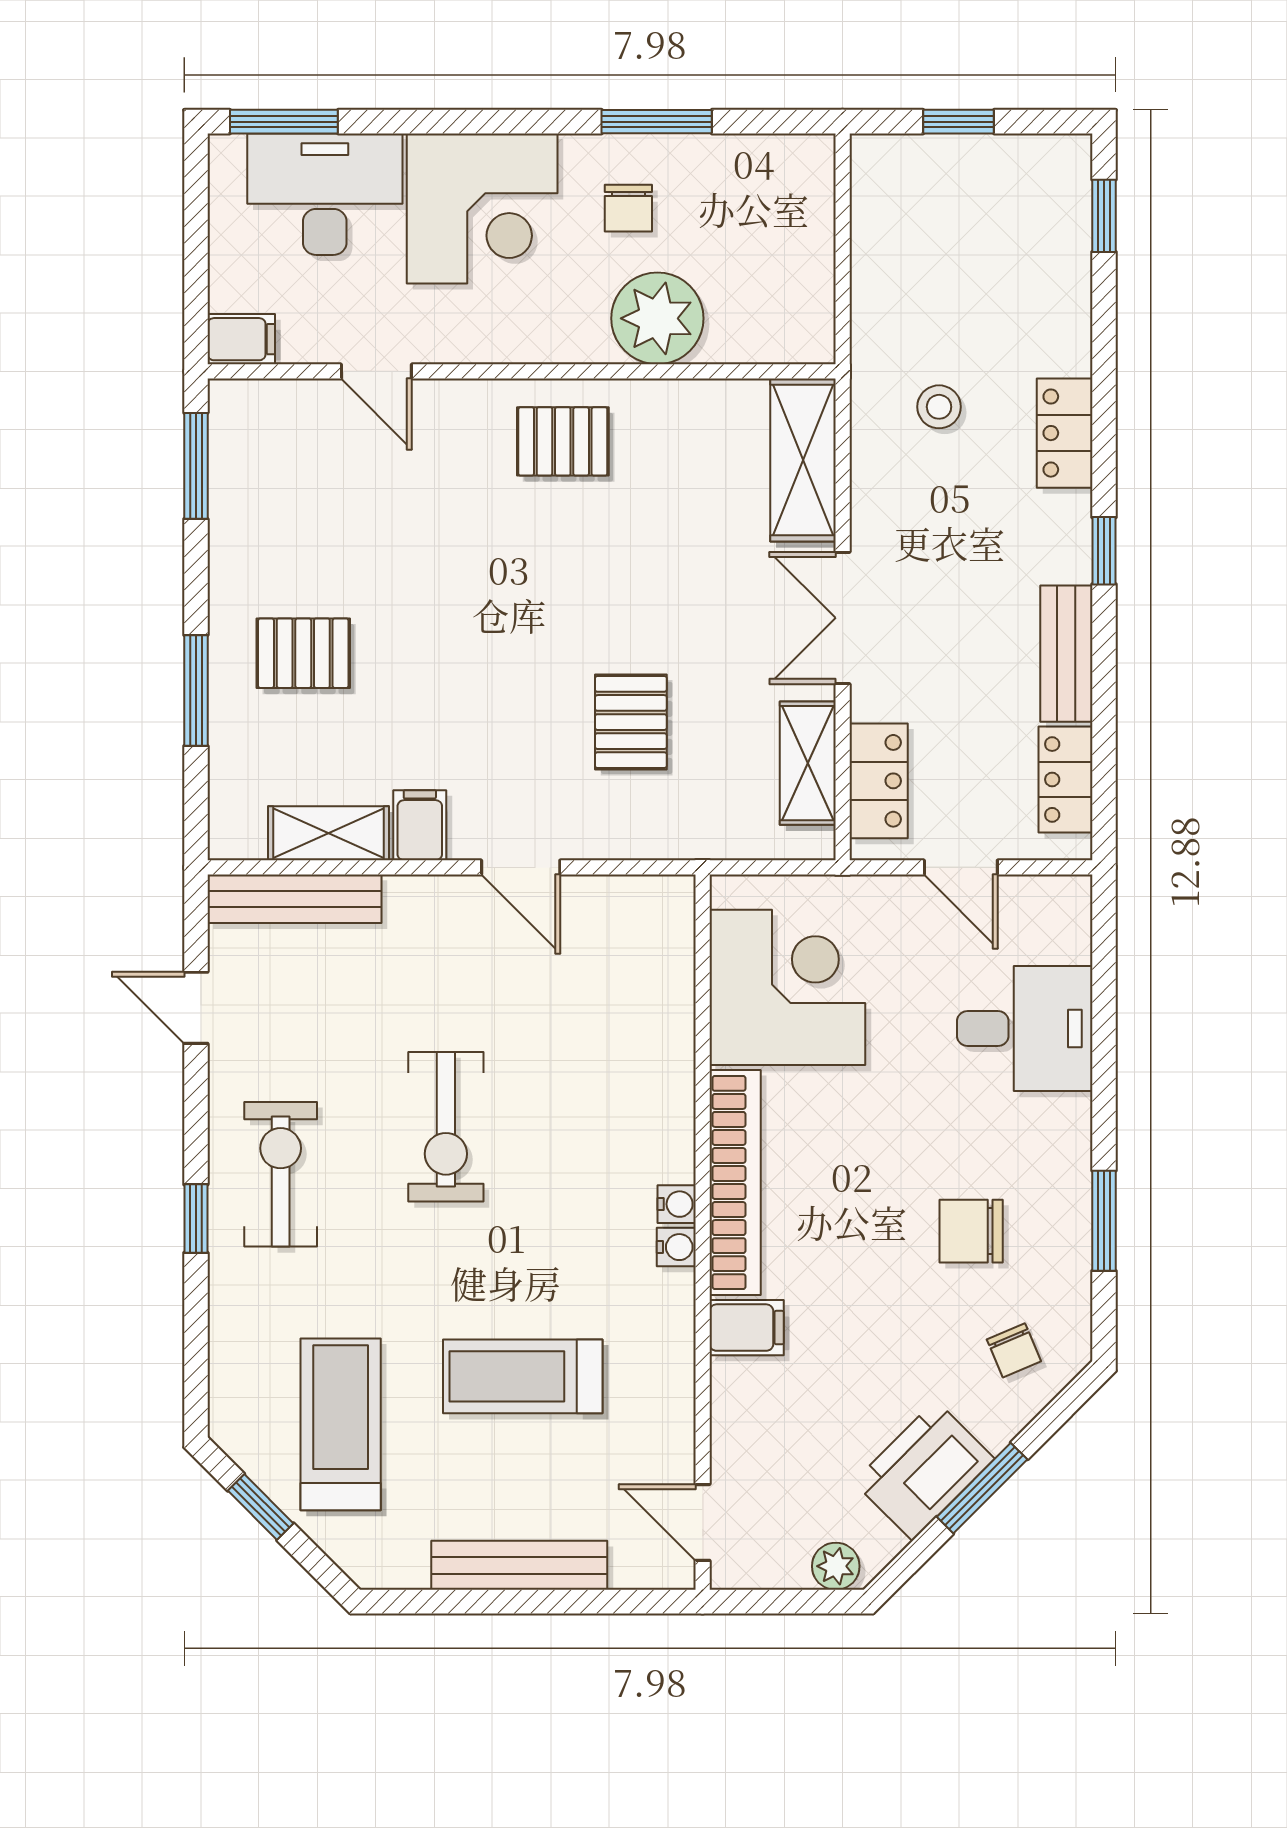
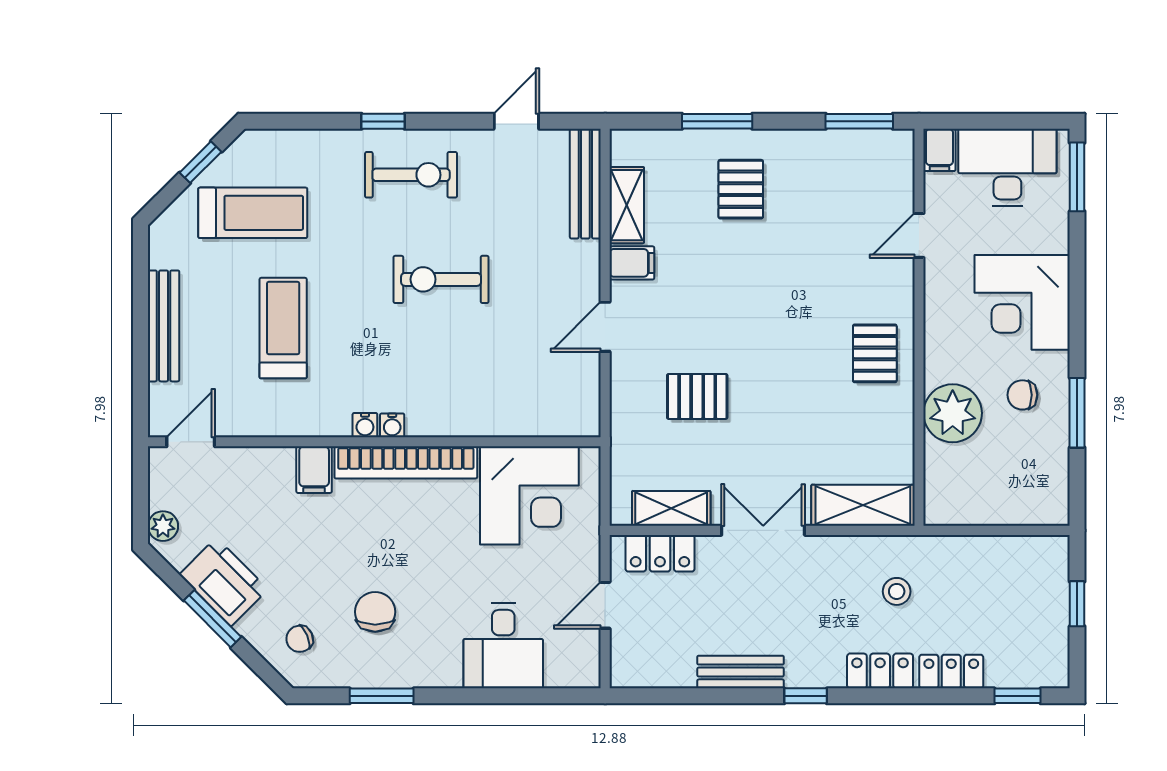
desk: (325, 194) -> (1007, 167), moved, turned -90
locker: (1066, 779) -> (951, 672), moved

